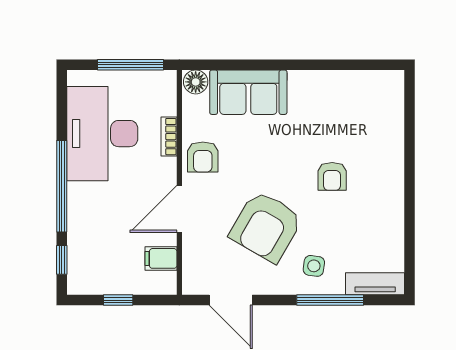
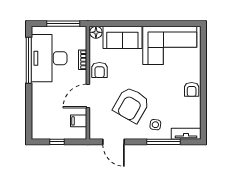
corner sofa: (342, 108) -> (170, 45), added
armchair: (332, 176) -> (192, 89), moved
window: (62, 186) -> (29, 60), moved
window: (62, 260) -> (29, 122), removed

